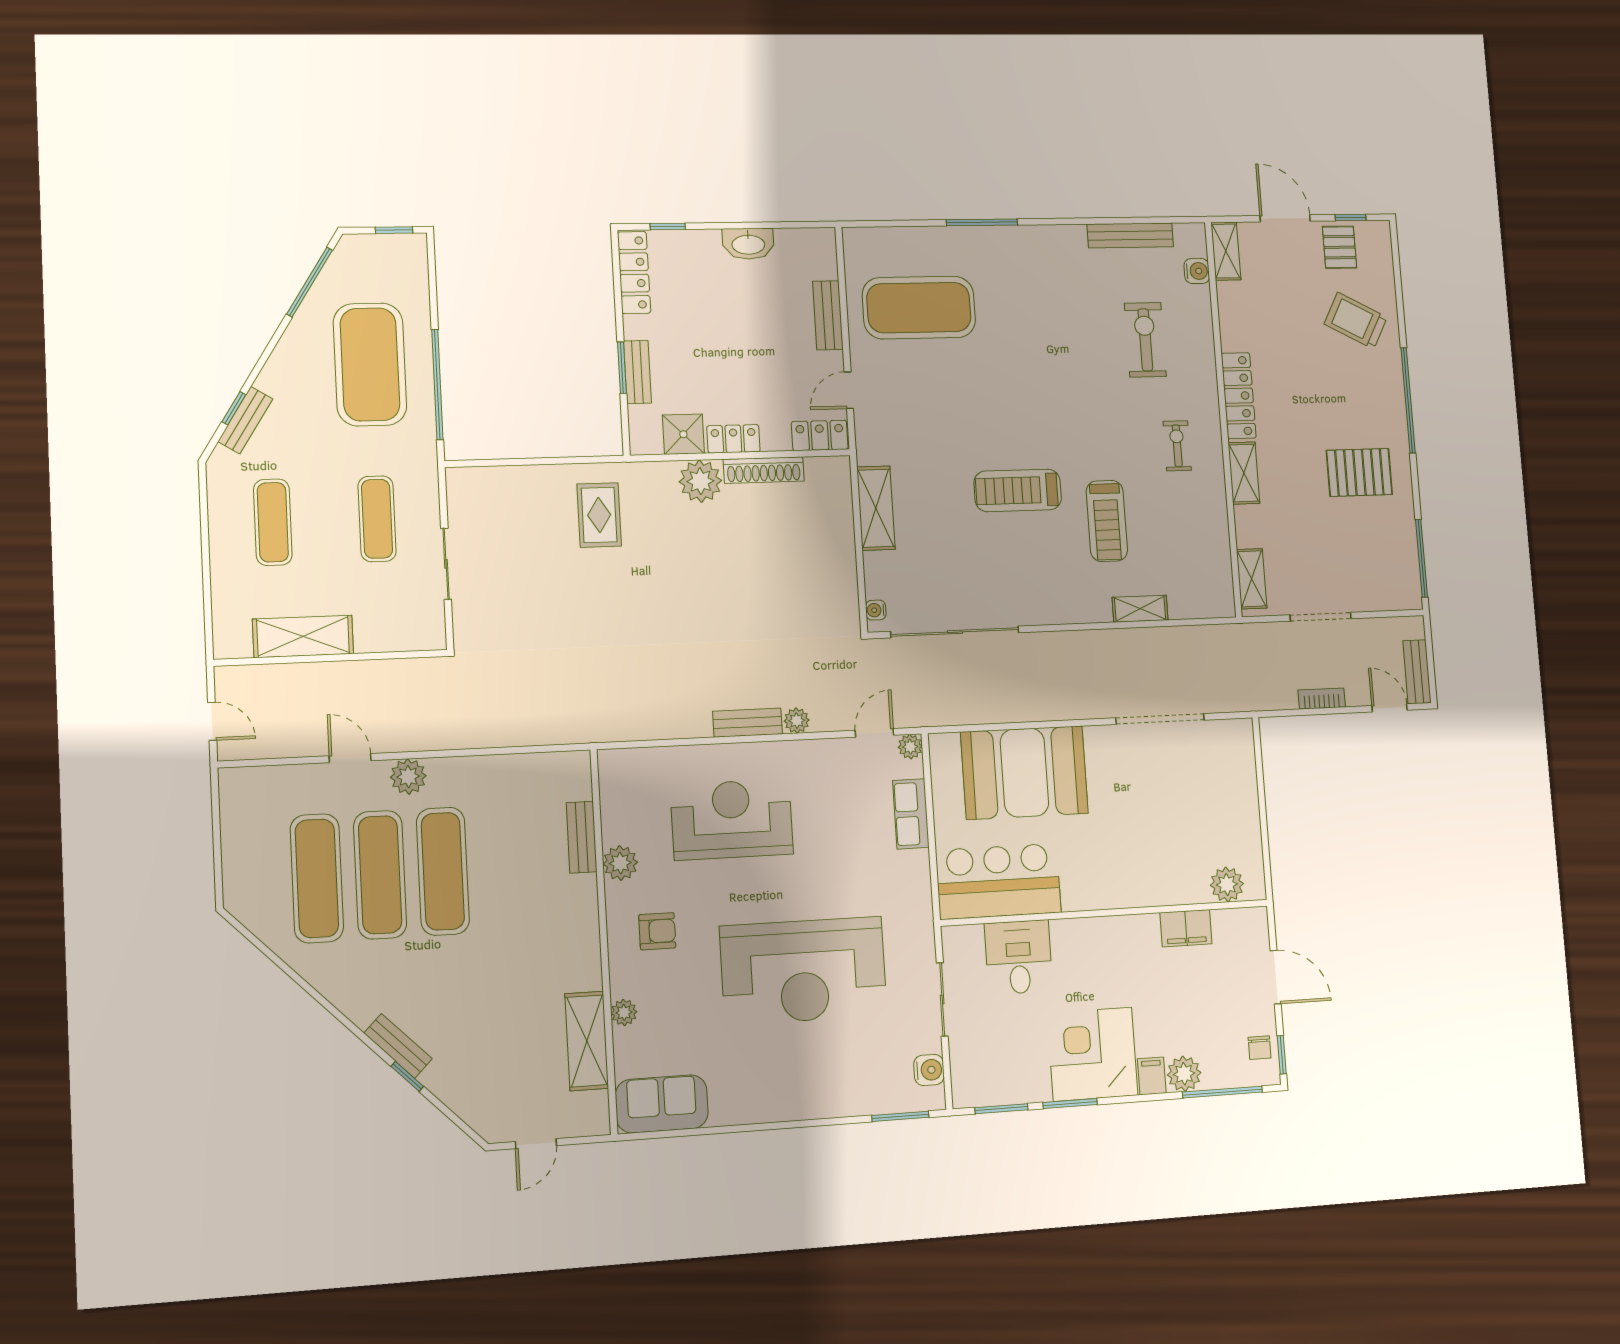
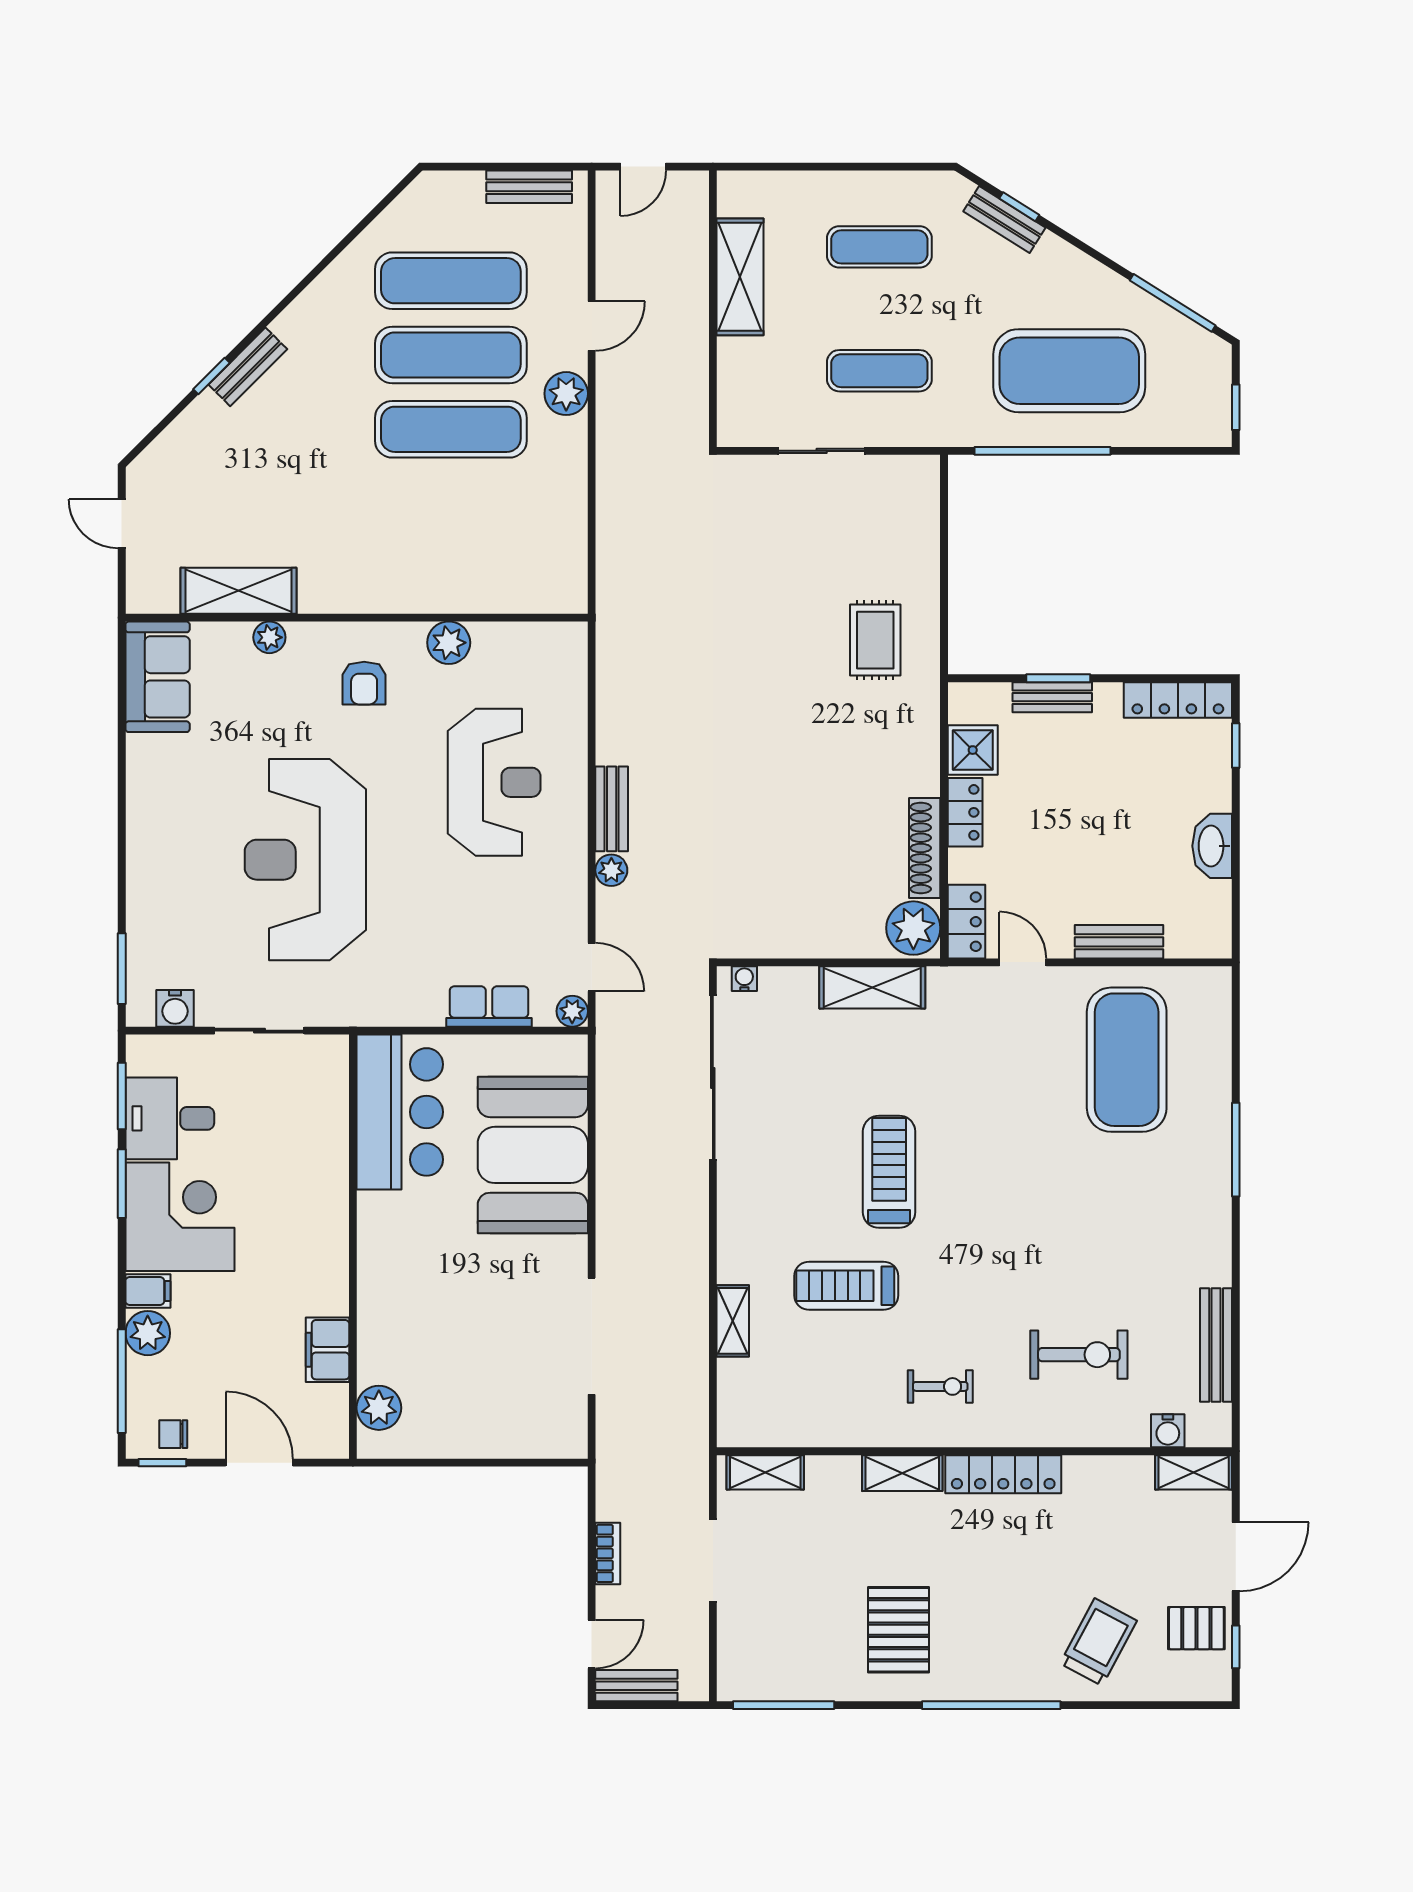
plant: (700, 481) -> (913, 928), moved
rug: (599, 515) -> (875, 640), turned 90
bench: (582, 837) -> (529, 187), moved
desk: (1019, 957) -> (170, 1118), moved, turned 180
door: (1276, 977) -> (259, 1463), swing flipped

